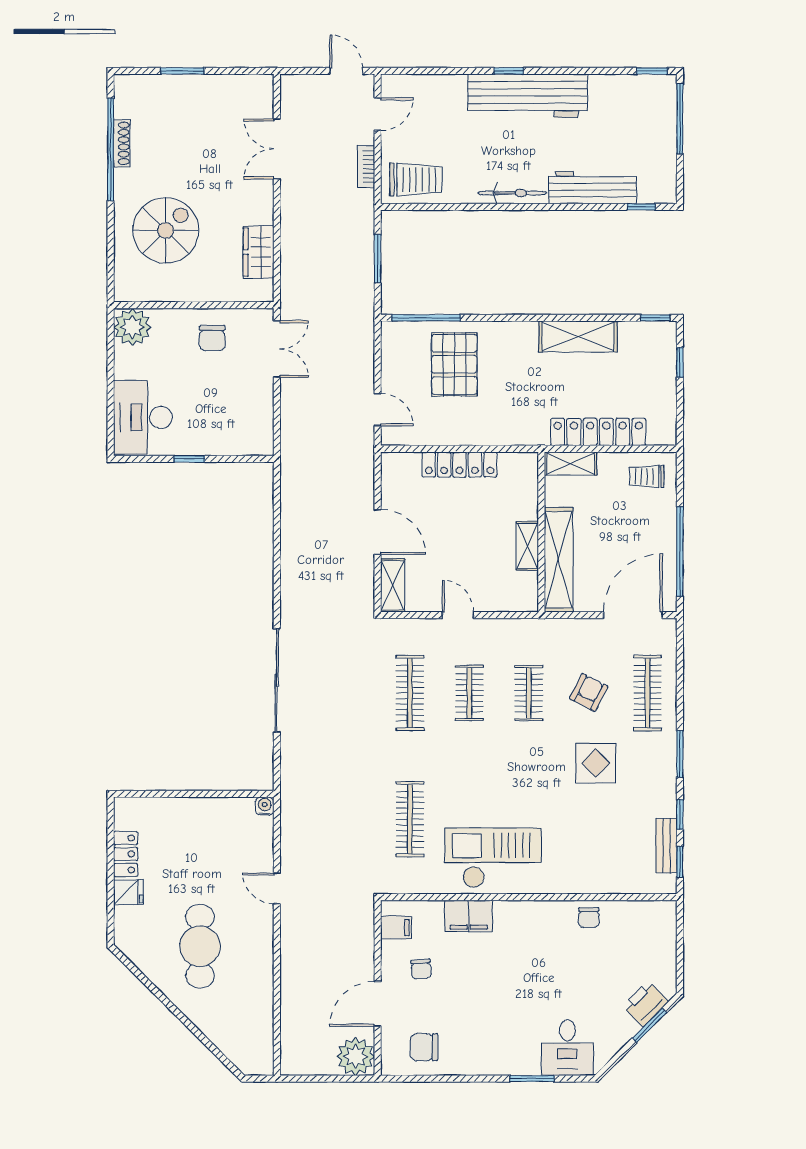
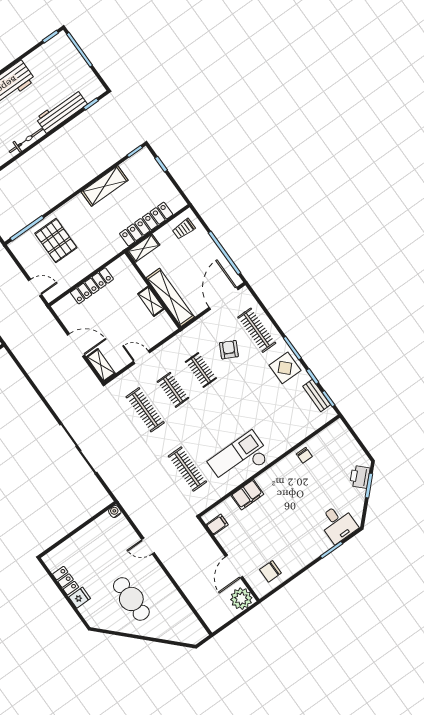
display table: (596, 763) -> (285, 368), moved
chair: (421, 969) -> (243, 536), removed

